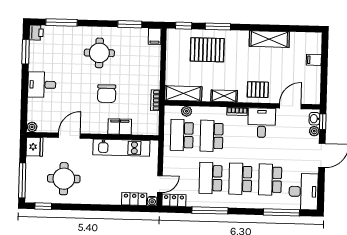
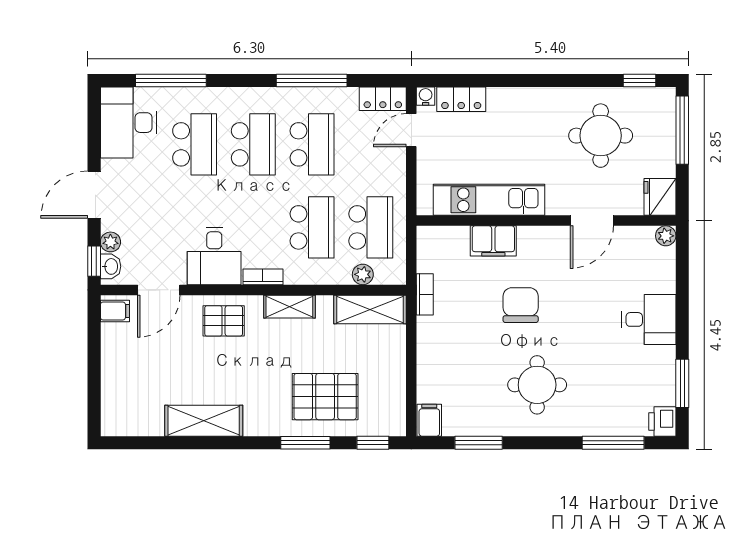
filing cabinet: (314, 60) -> (115, 311), moved

